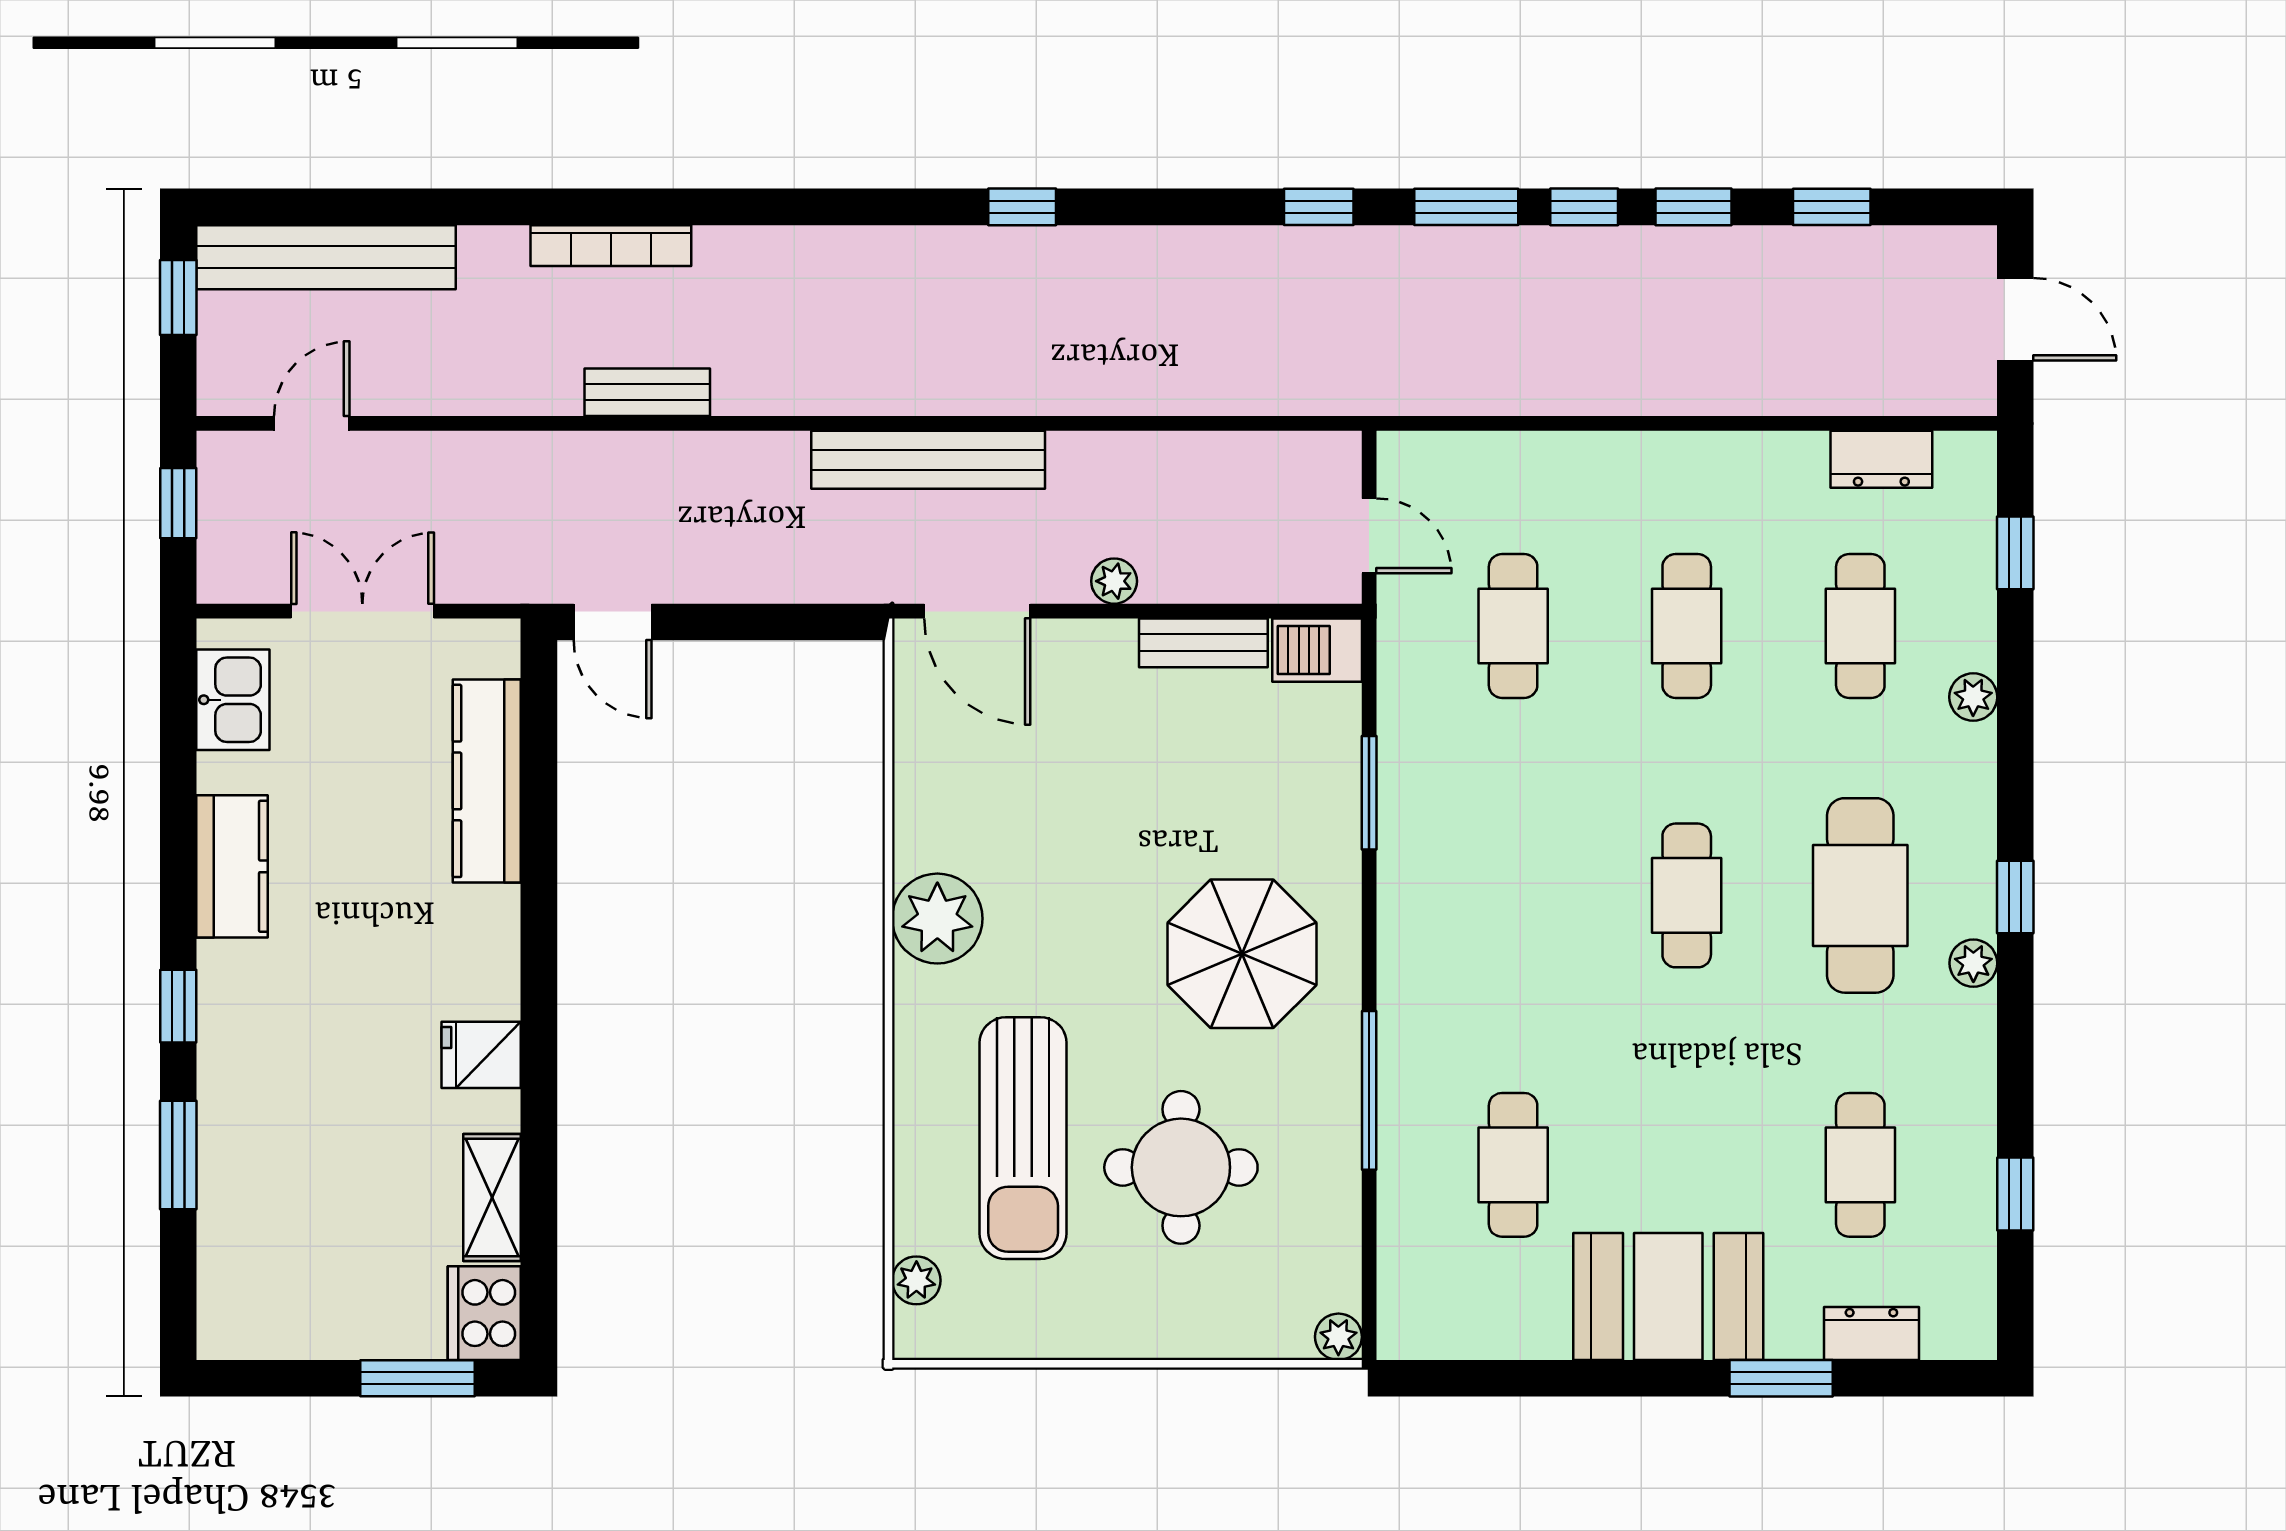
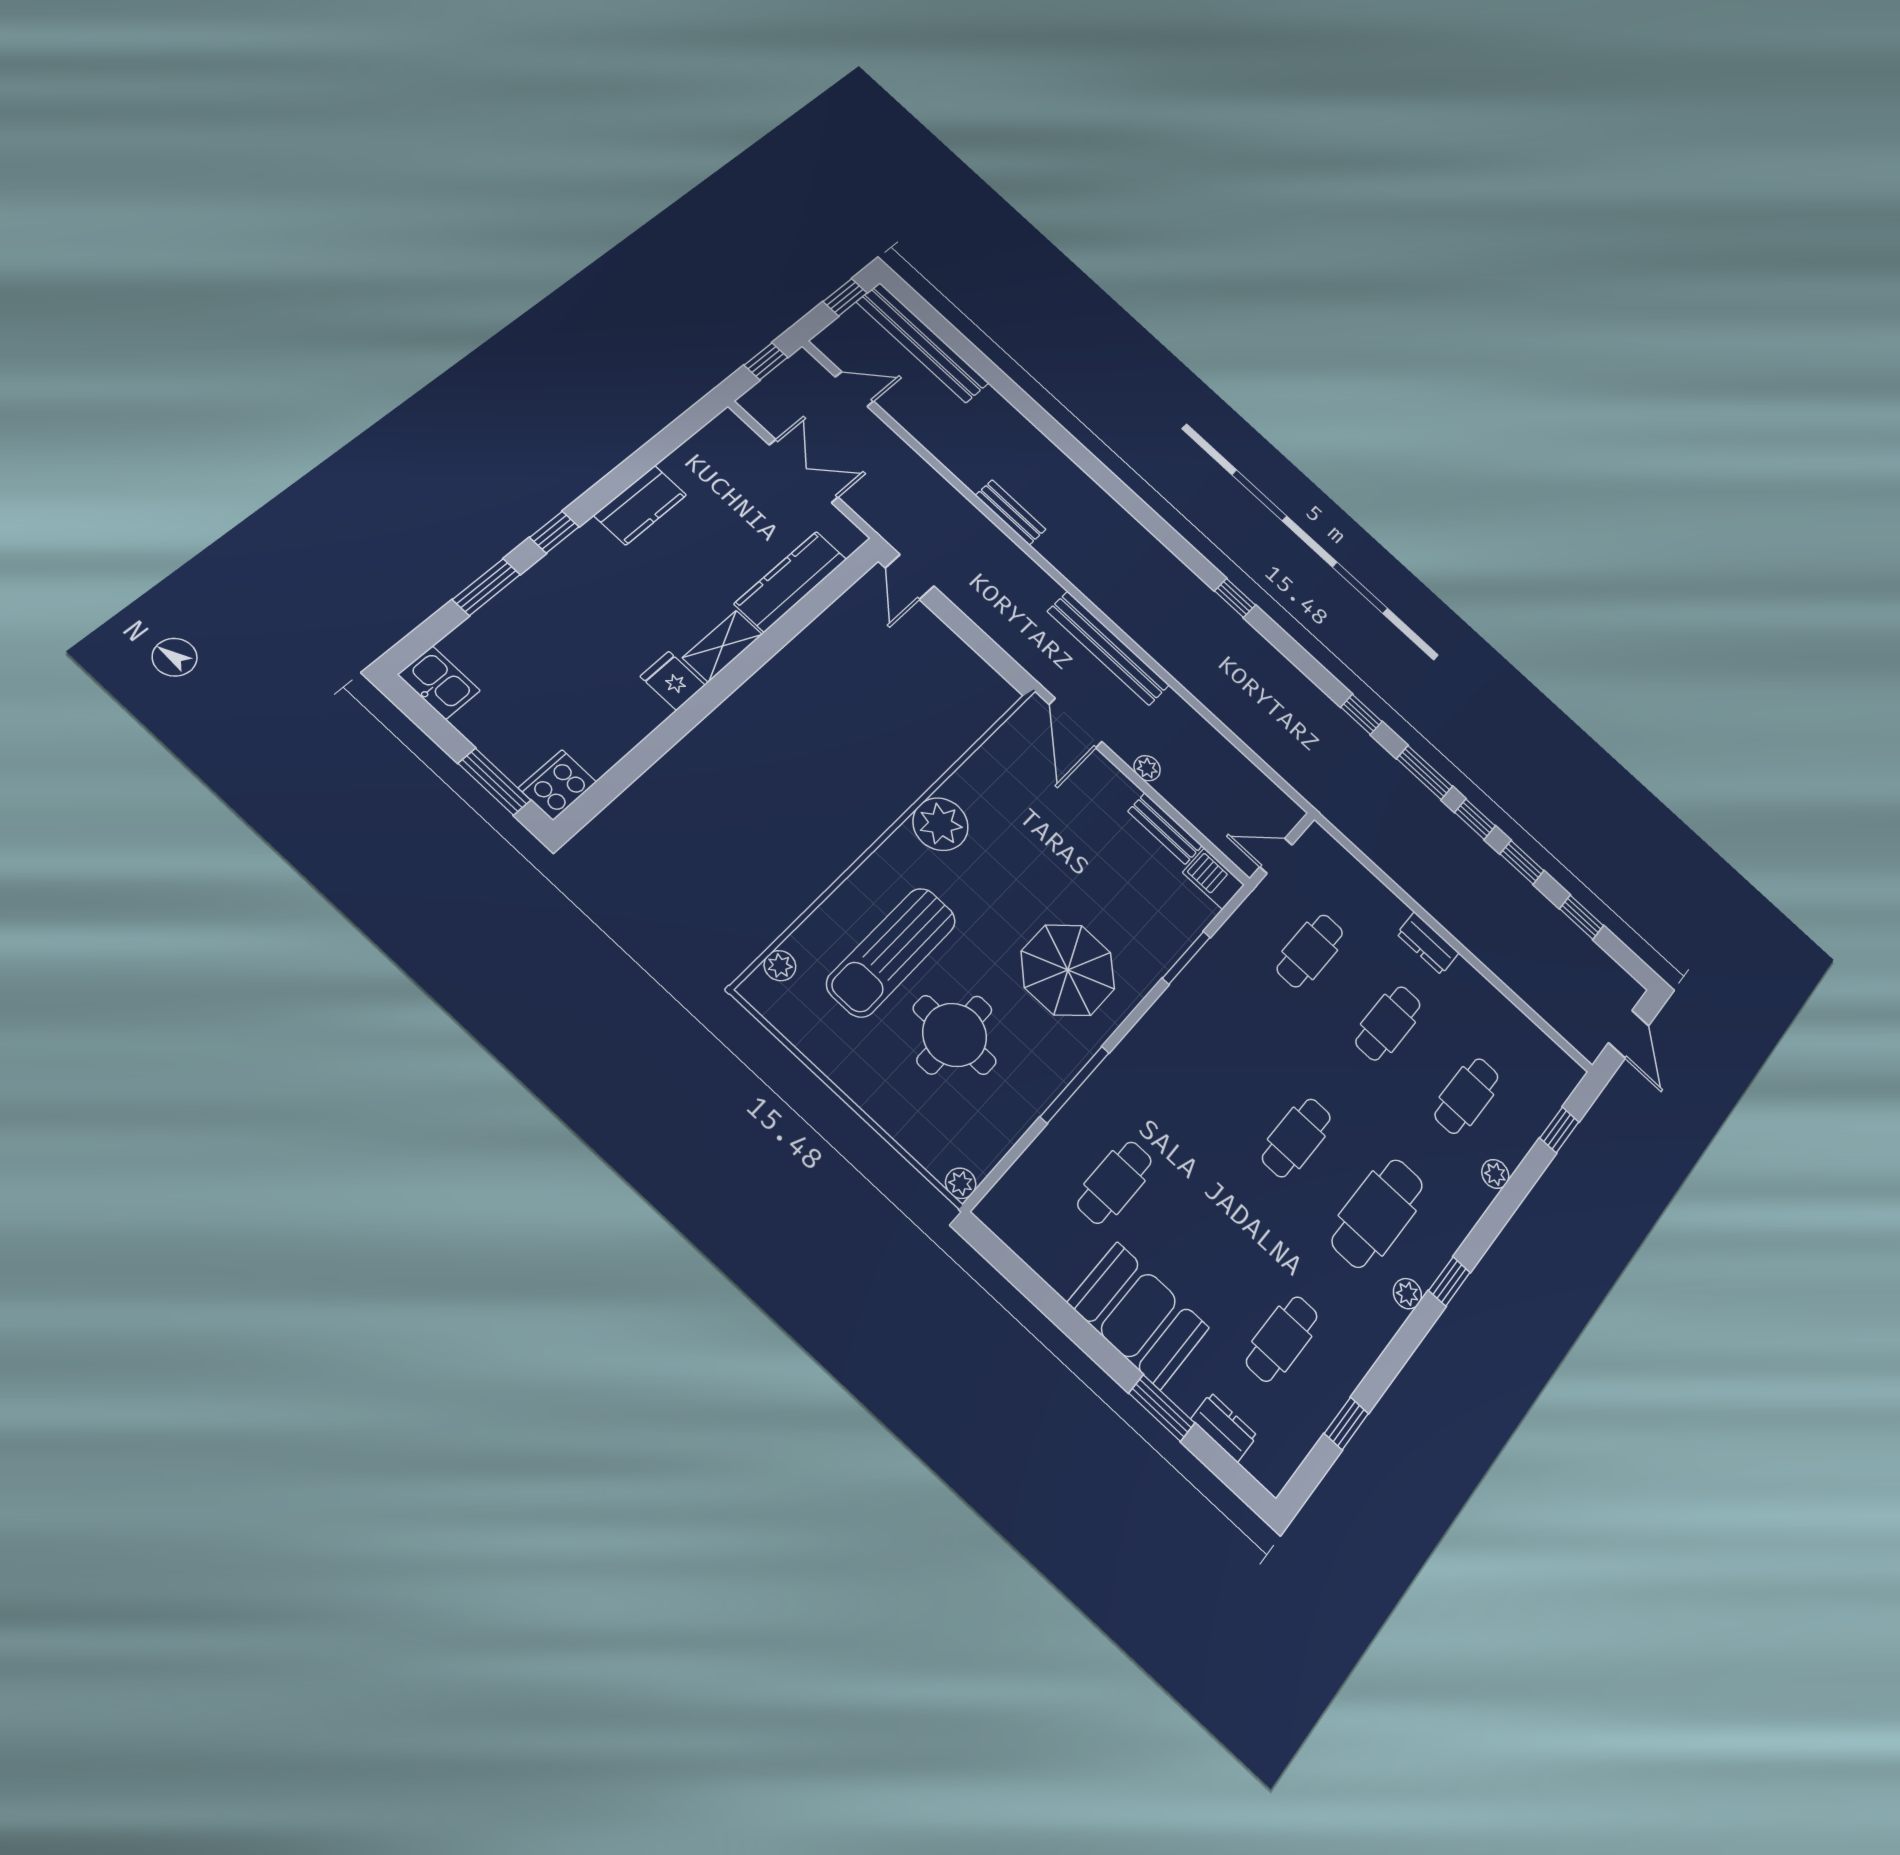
bookcase: (611, 246) -> (1047, 450), removed
dresser: (1881, 459) -> (1428, 943), moved
door: (1369, 536) -> (1276, 856), swing flipped
kitchen sink: (233, 700) -> (439, 683), moved, turned -90
shelving: (492, 1198) -> (722, 646), moved

